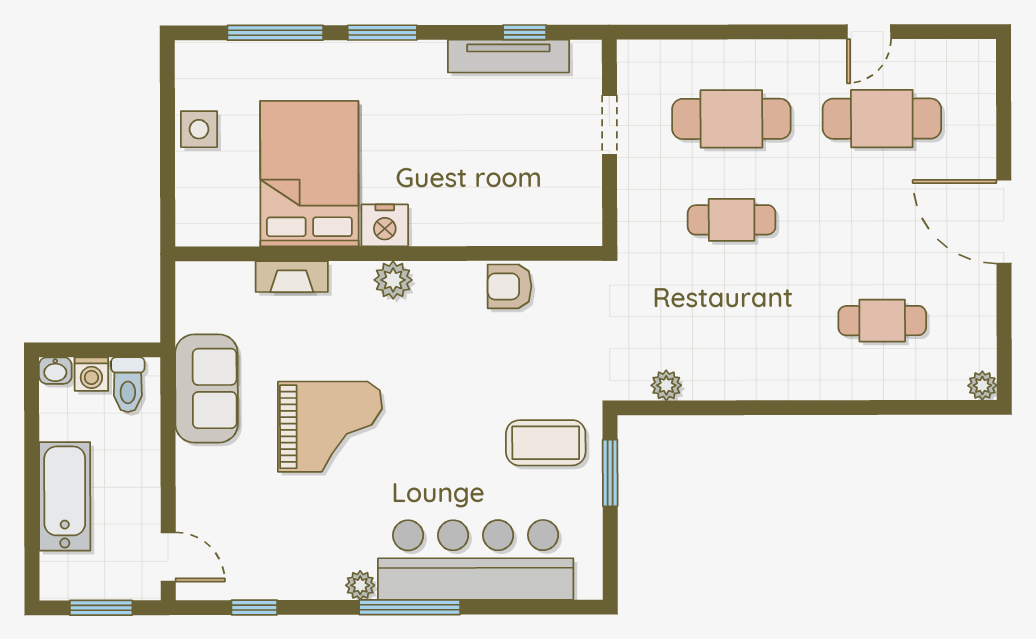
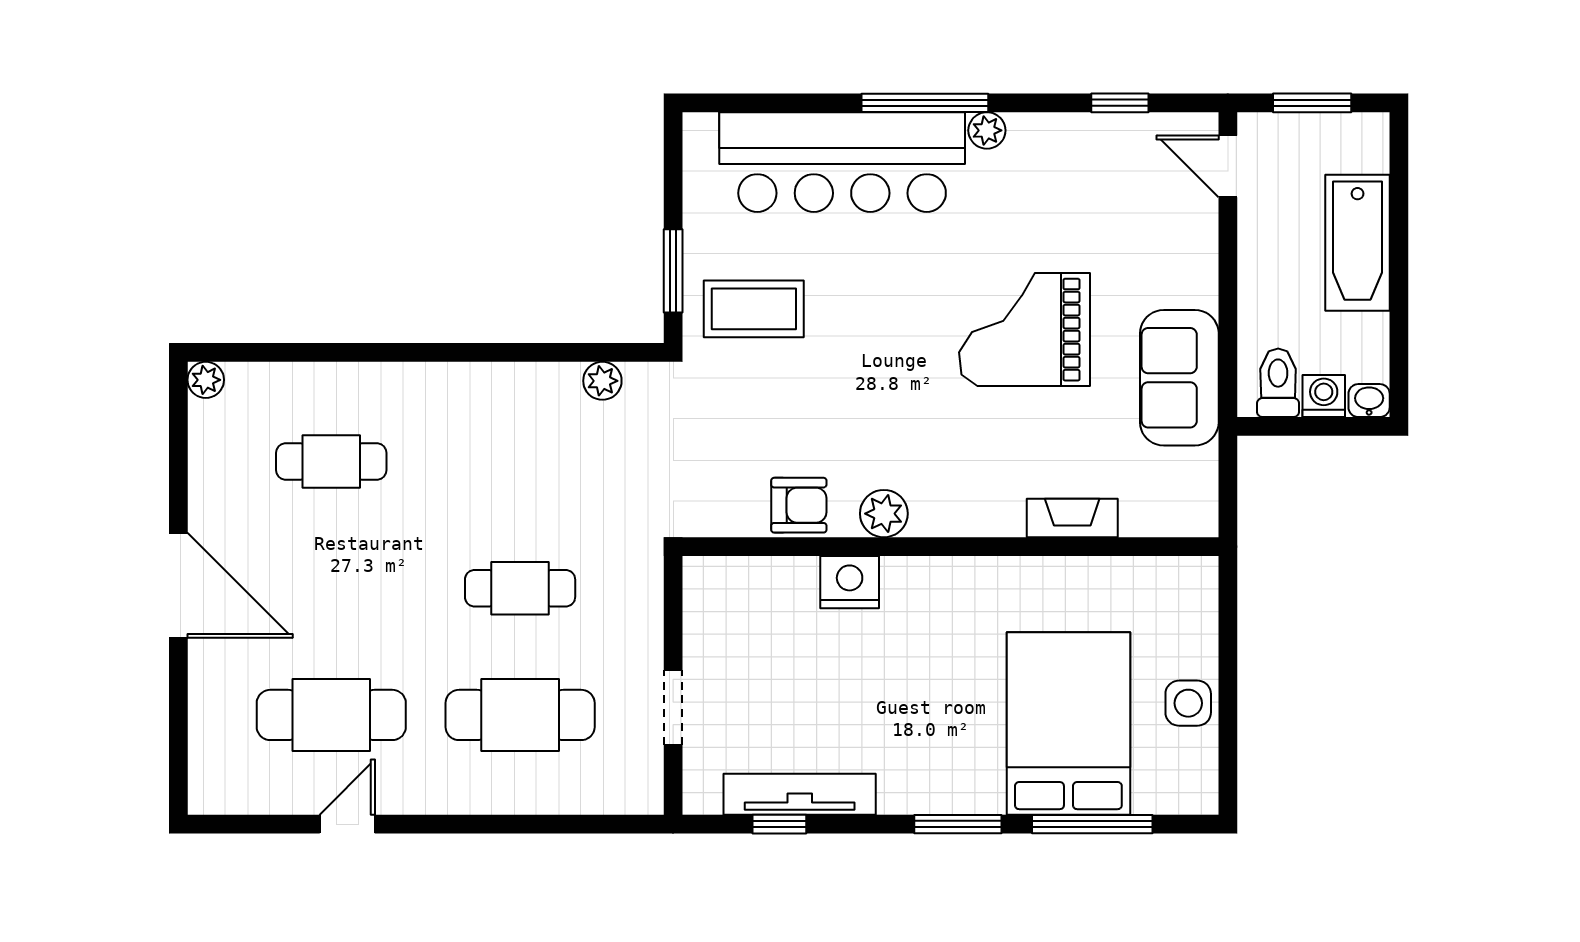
bed: (309, 174) -> (1068, 724), moved, turned 180
nightstand: (385, 225) -> (850, 582), moved
plant: (393, 280) -> (884, 514), moved

